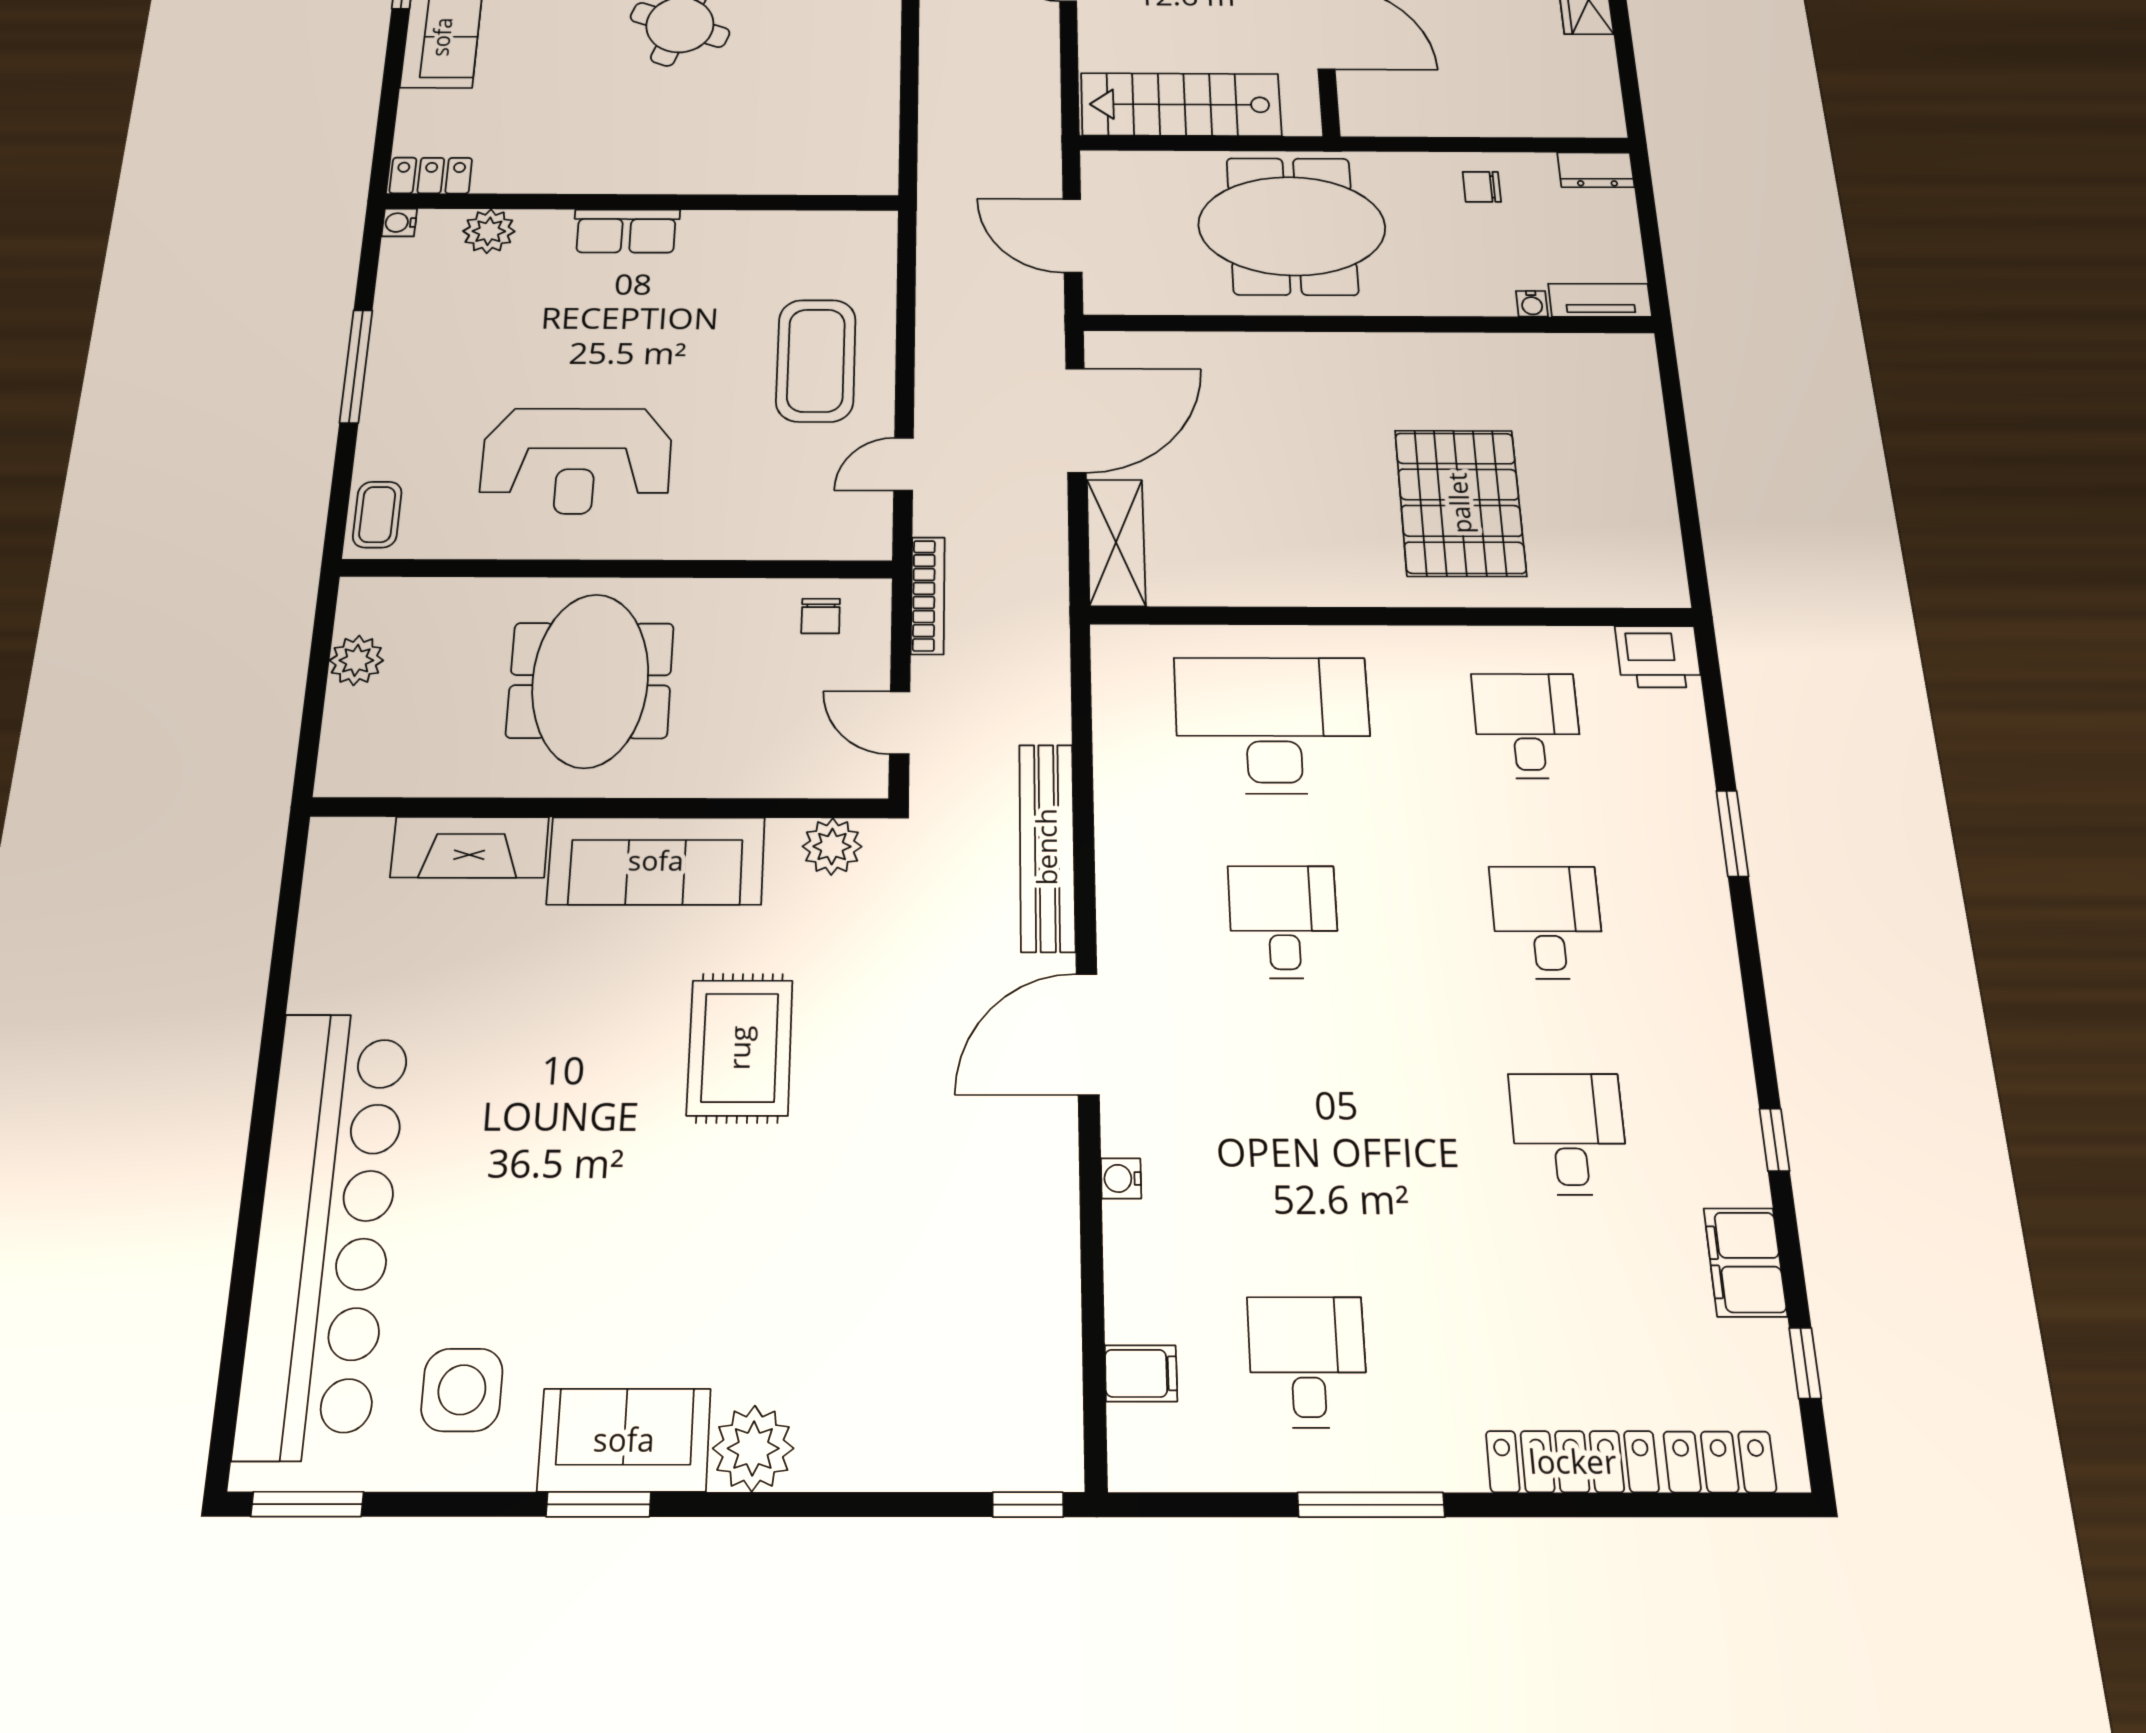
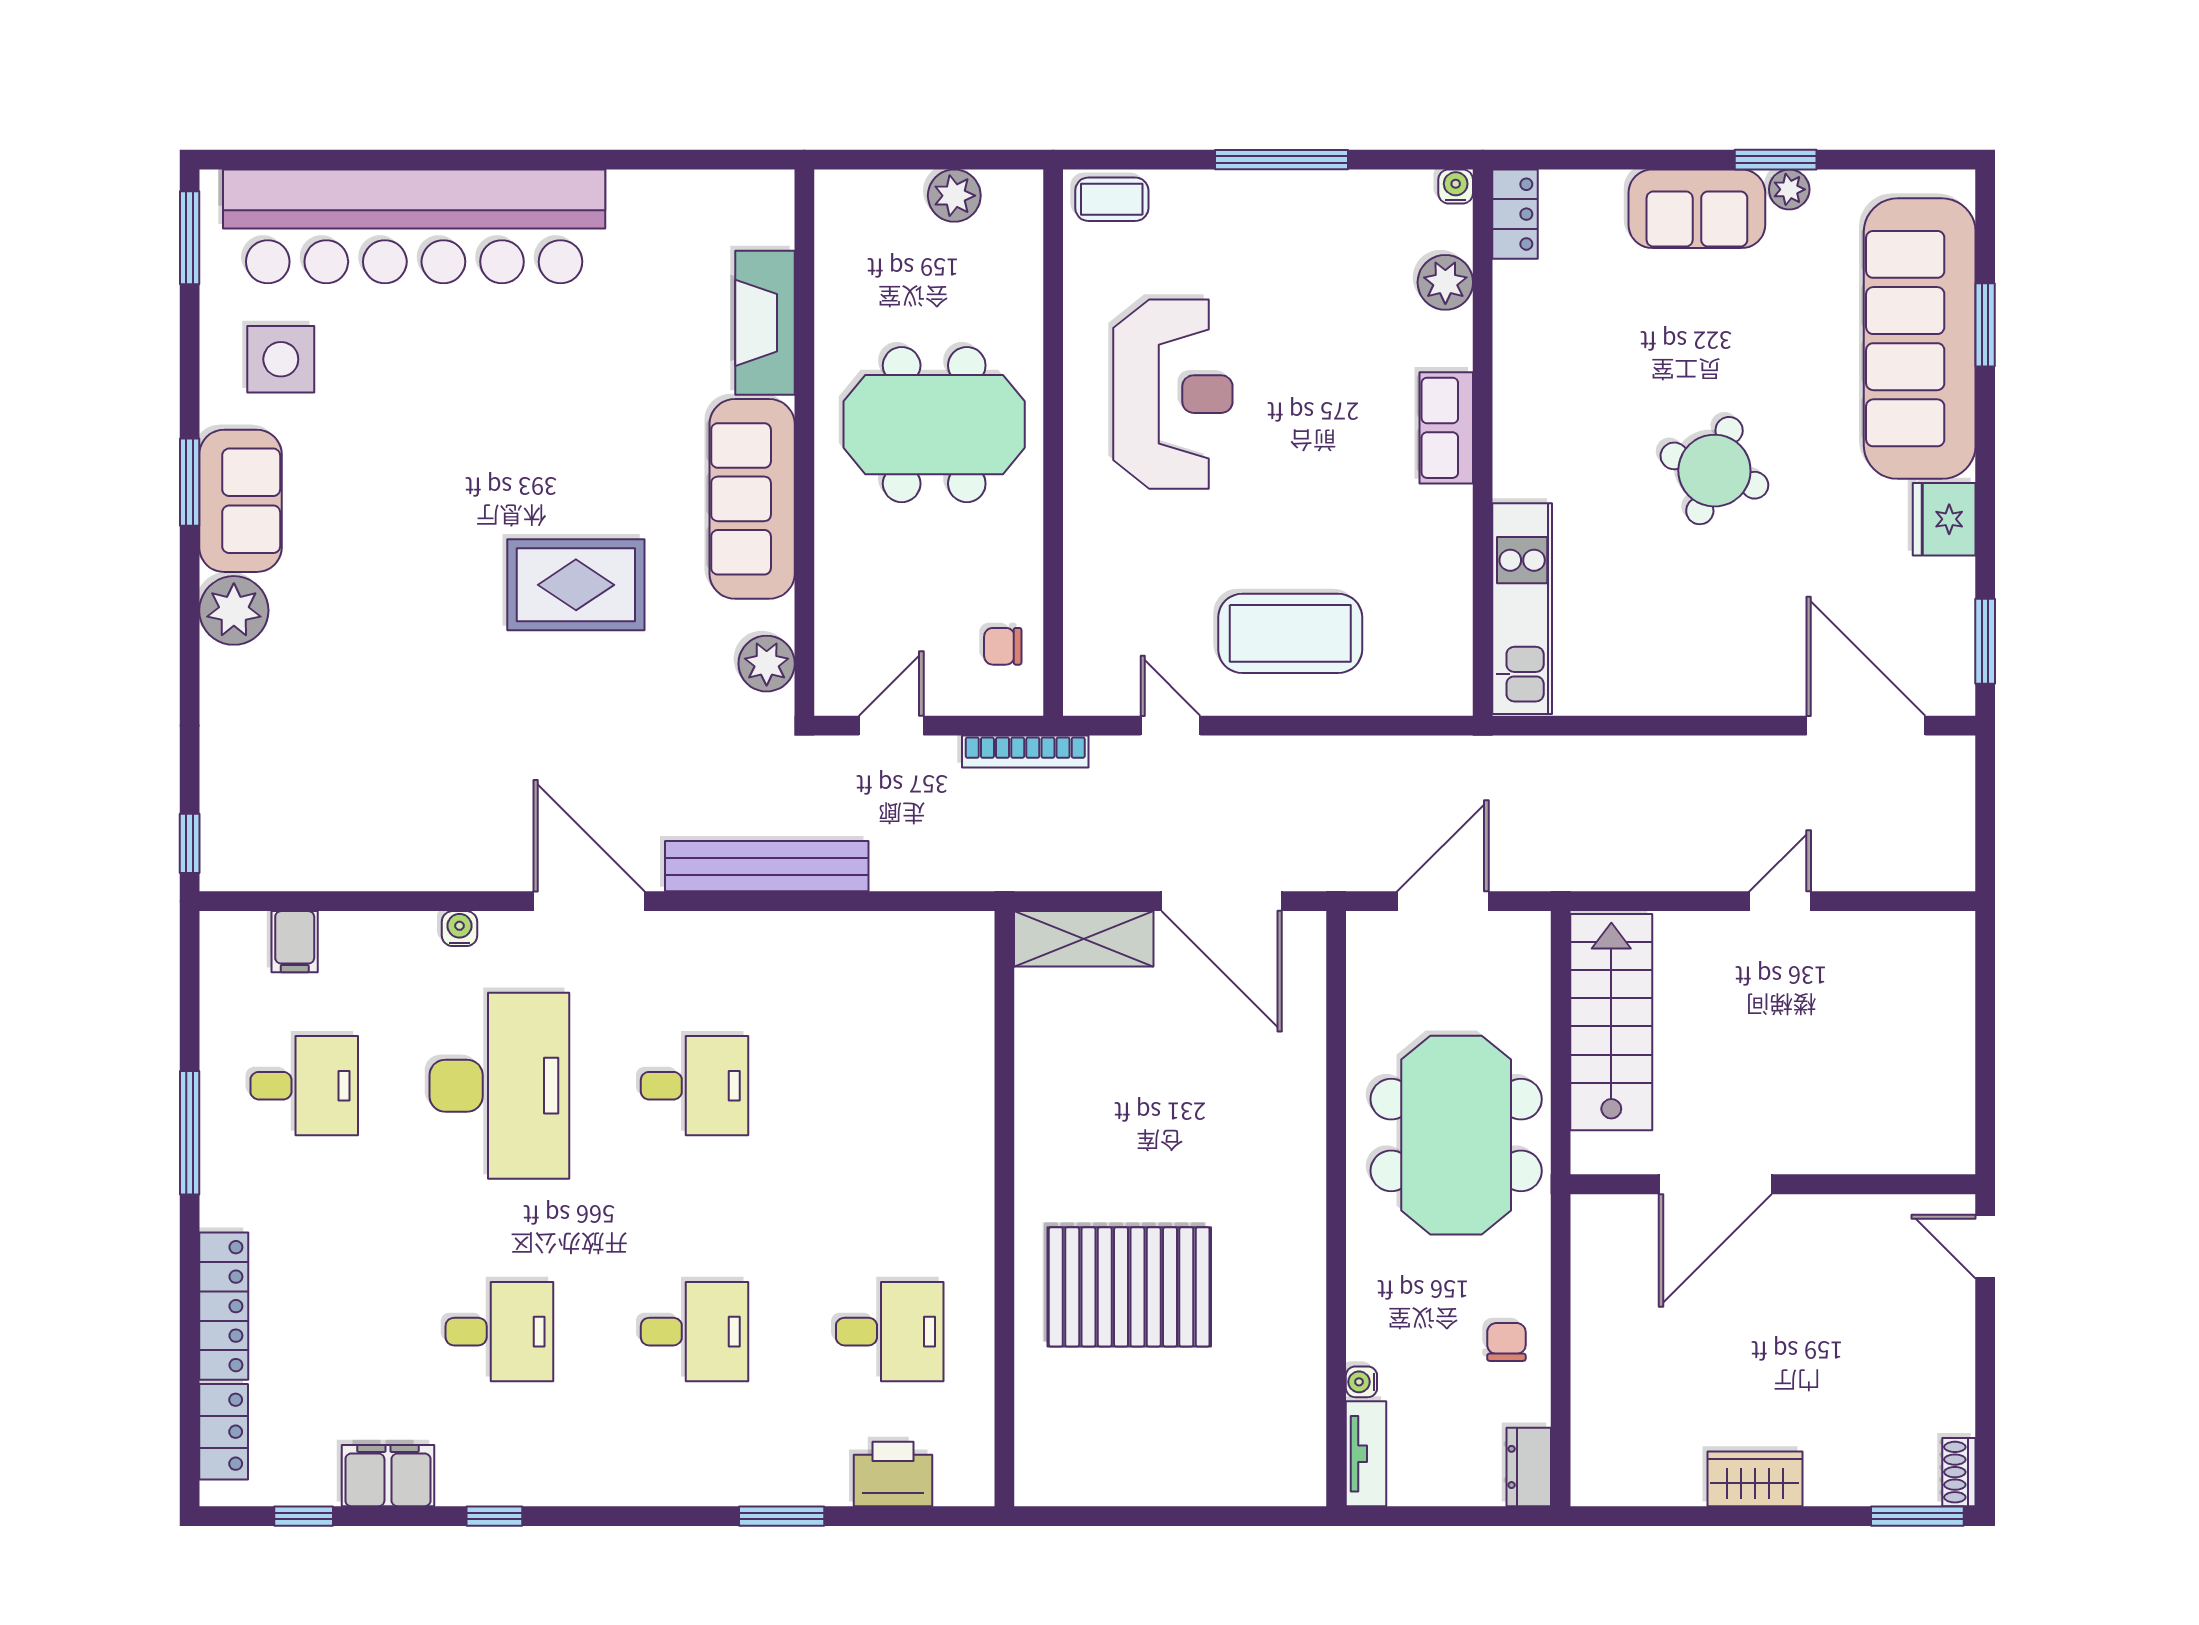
kitchen unit: (799, 172) -> (1522, 609), added
reception desk: (576, 461) -> (1173, 394), turned 180
printer: (1658, 657) -> (893, 1474), moved, turned 90
desk: (1273, 725) -> (499, 1086), moved

